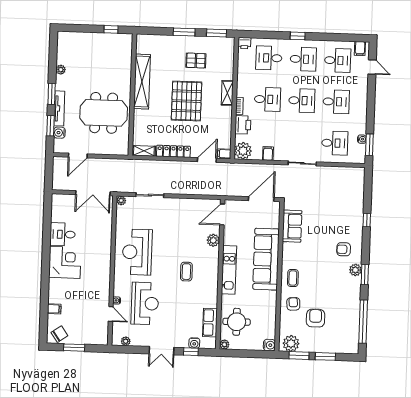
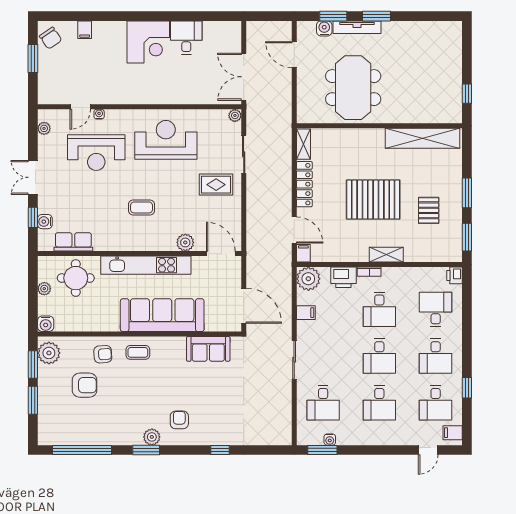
window: (298, 36) -> (467, 388), moved
plant: (61, 70) -> (410, 27), removed
shelving: (142, 82) -> (423, 138), moved
rug: (171, 216) -> (216, 185), added
kitchen unit: (229, 270) -> (146, 265), width x1.36
plant: (224, 345) -> (44, 289), moved

